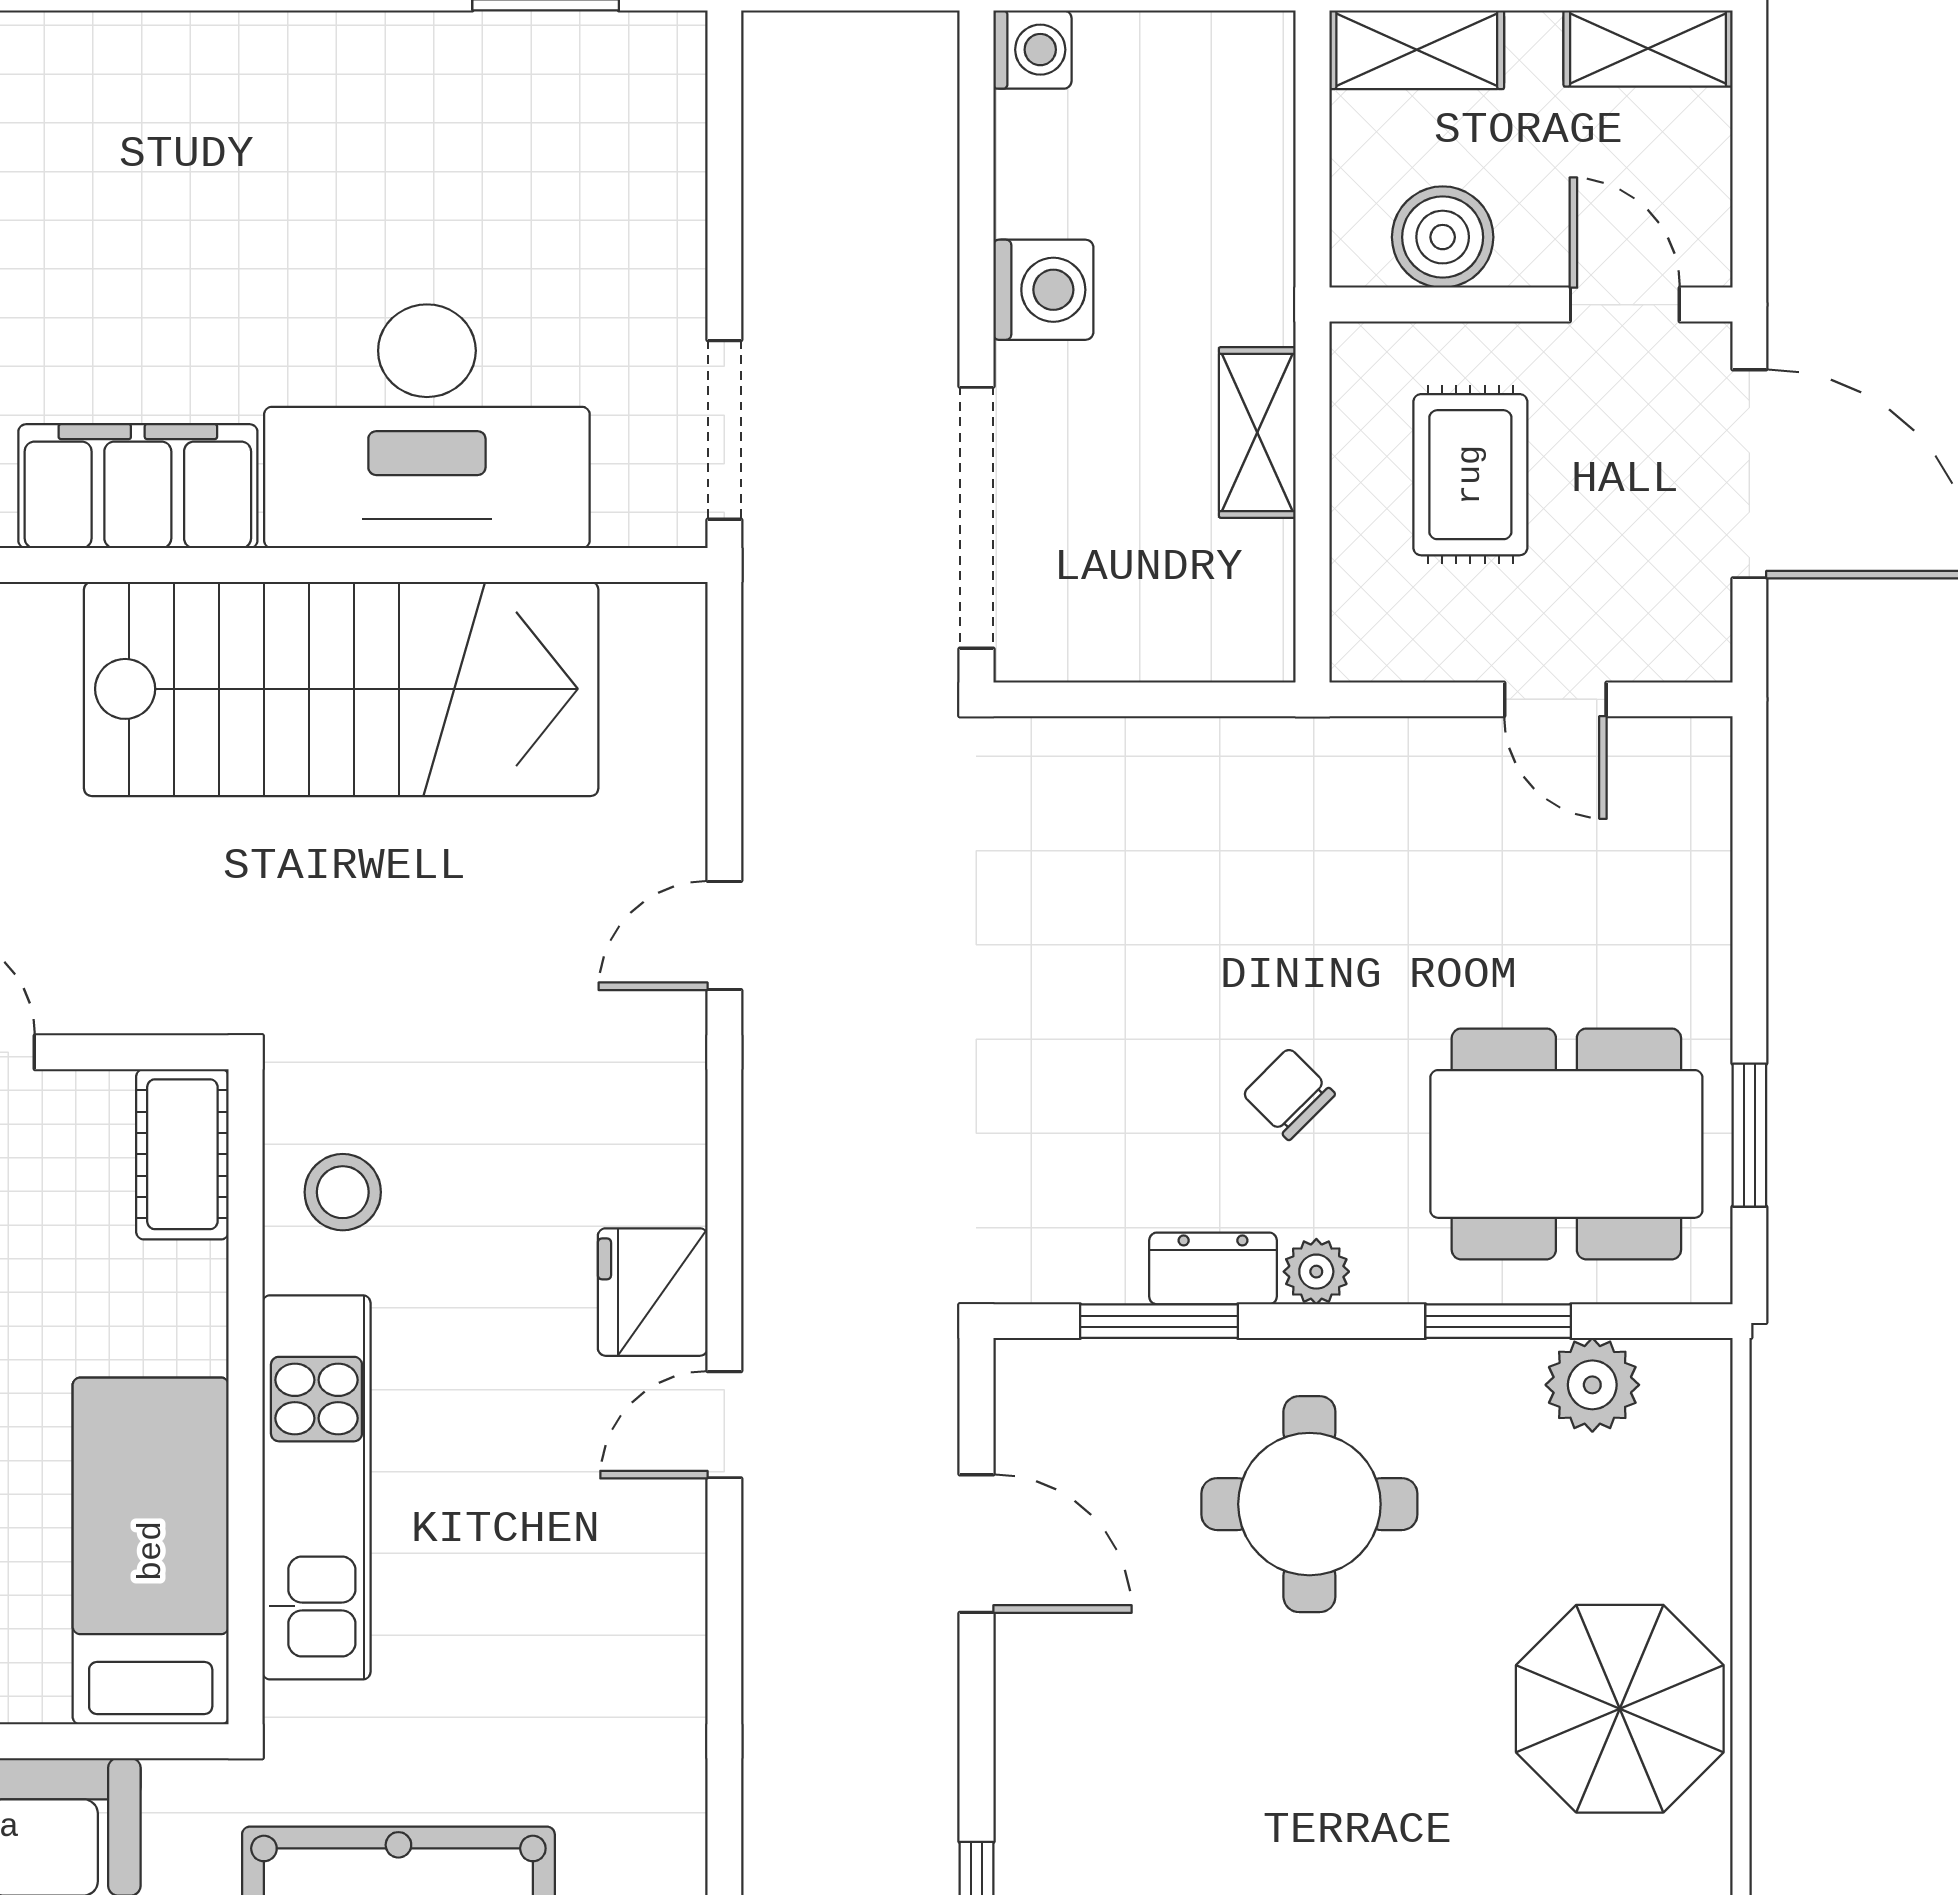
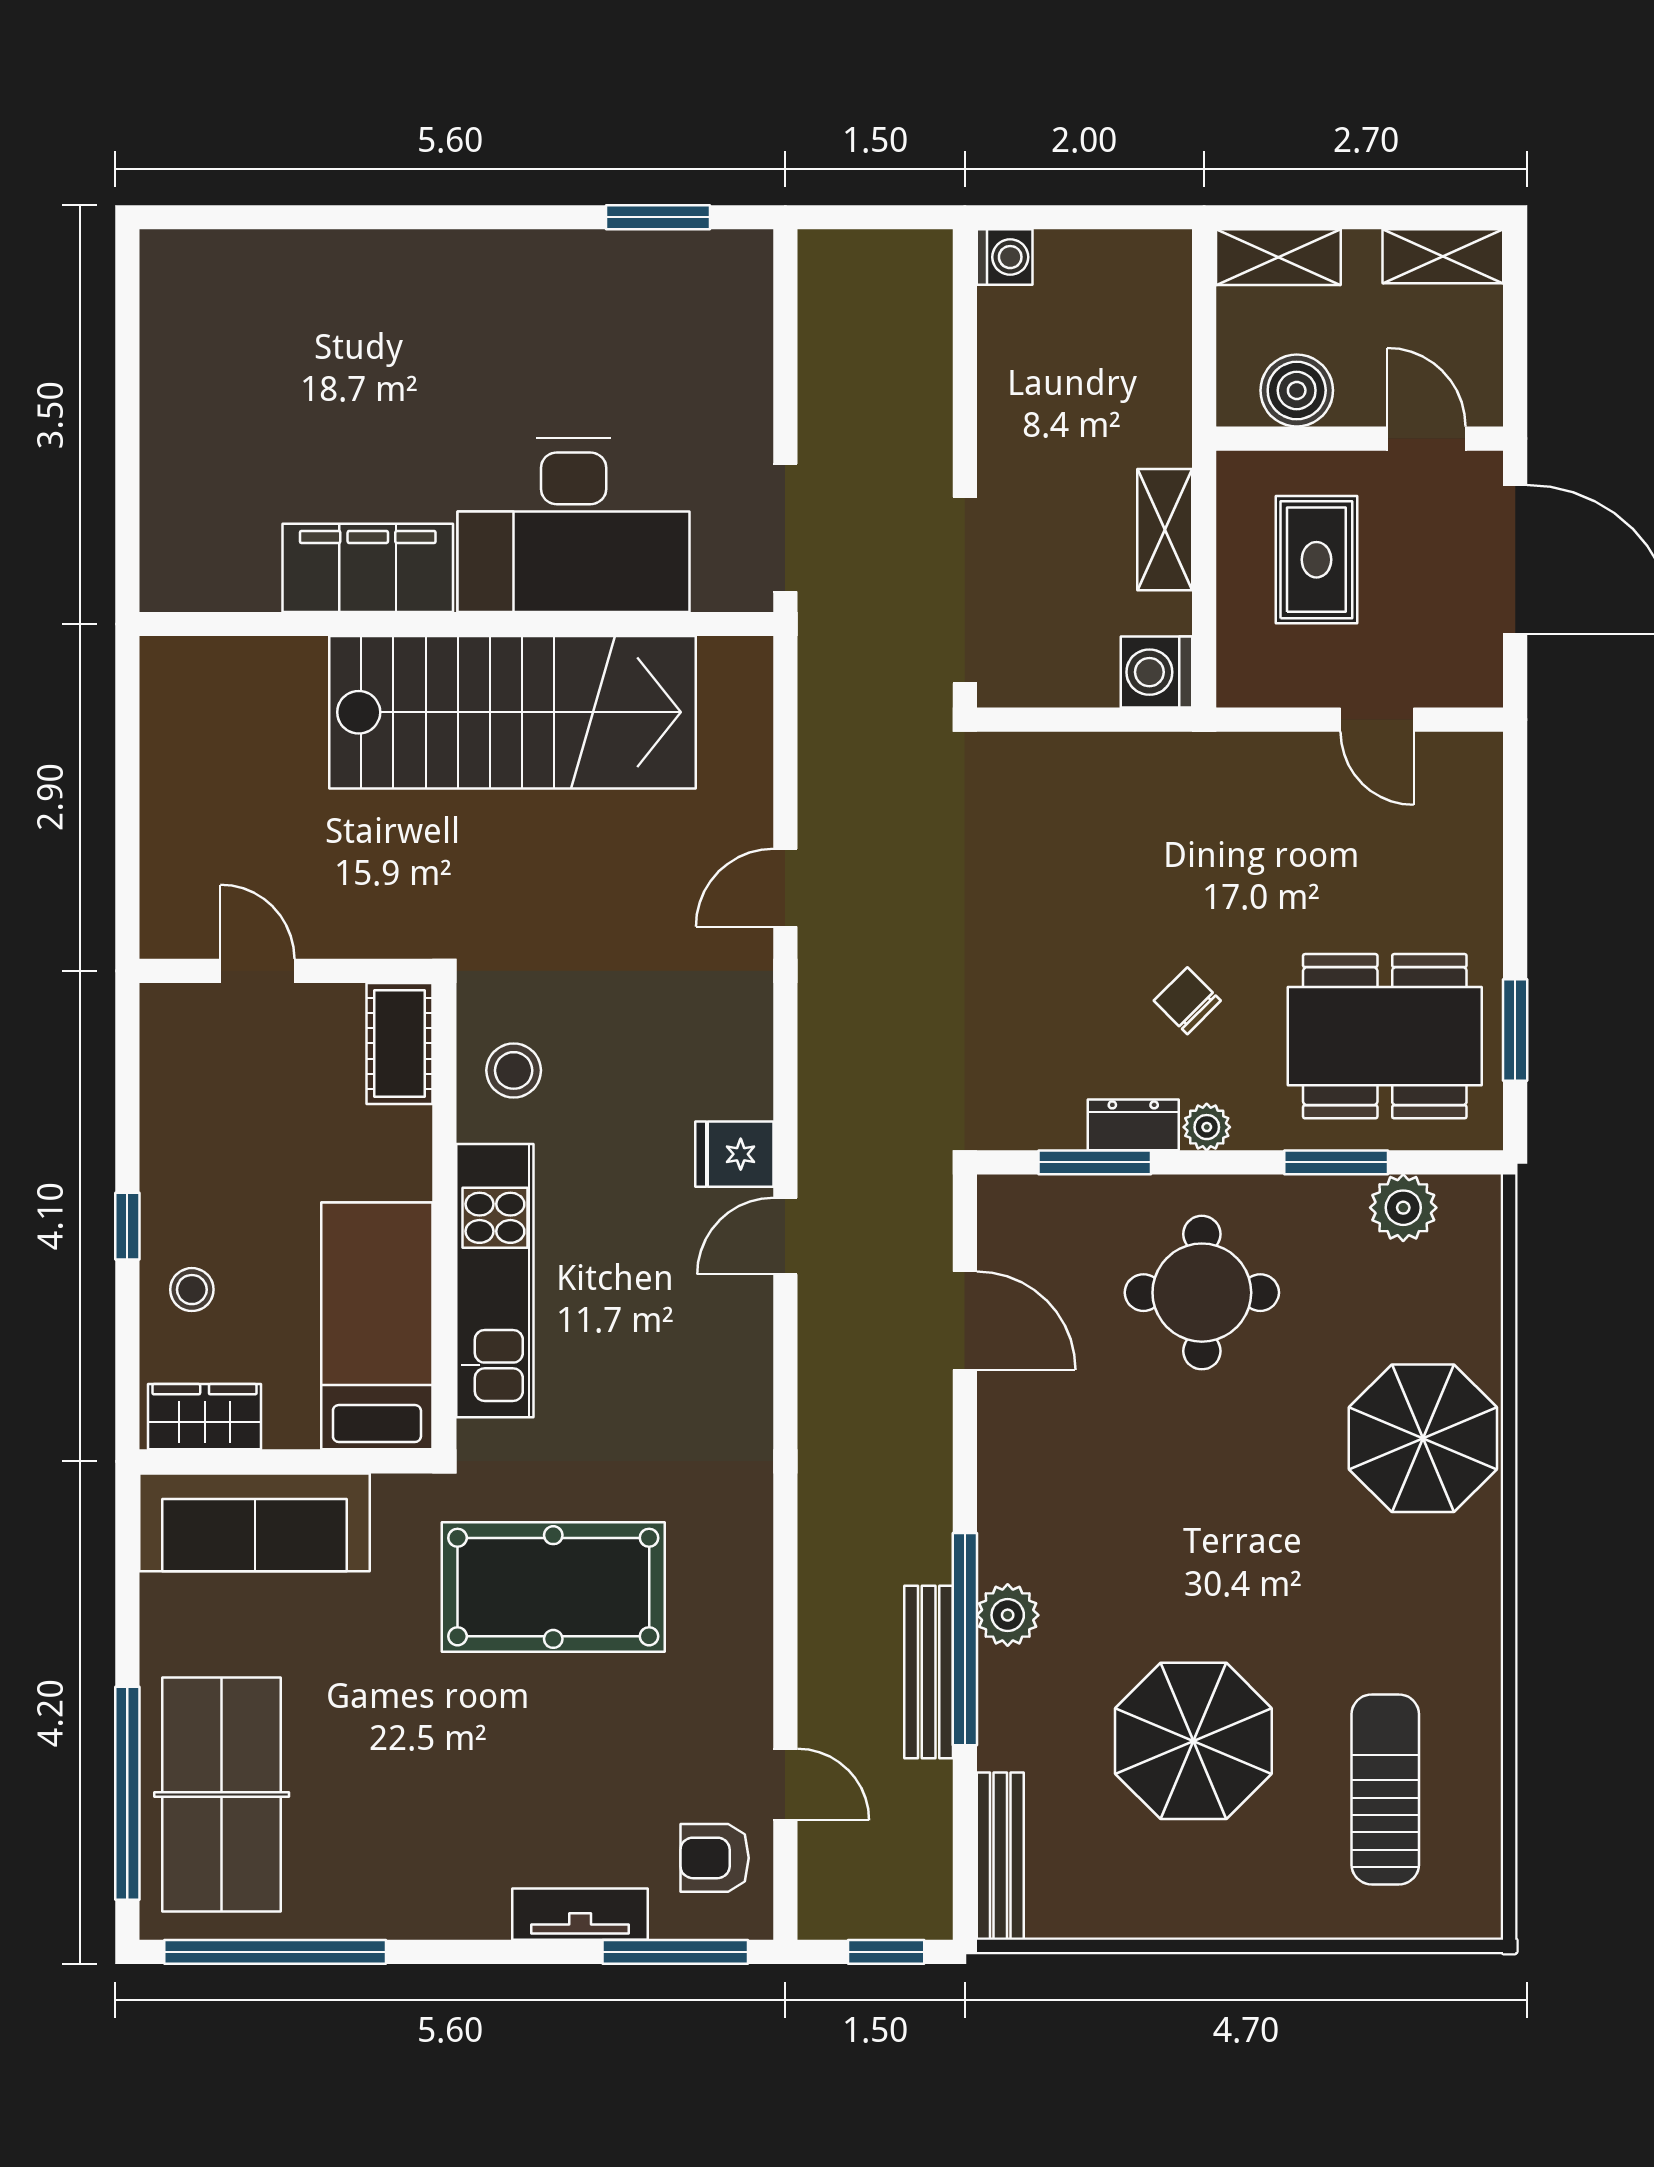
washing machine: (1043, 290) -> (1156, 672), moved, turned 180
fridge: (653, 1292) -> (734, 1154), width x0.72

